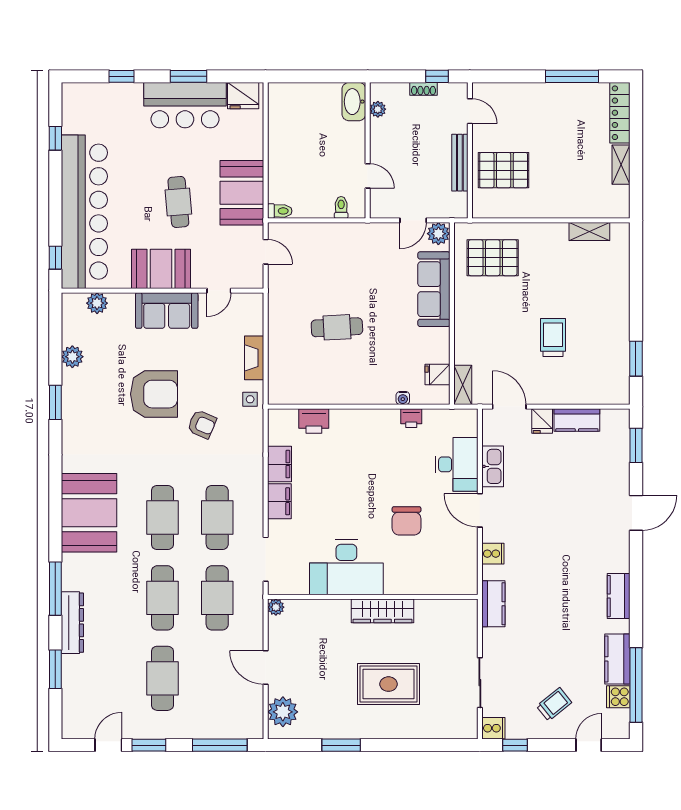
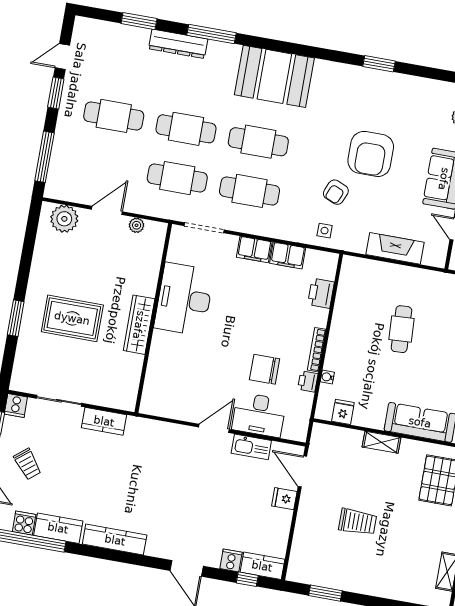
plant: (72, 357) -> (417, 86), removed
fireplace: (254, 358) -> (395, 248), width x1.37, depth x1.32
shelving: (463, 385) -> (382, 442), moved
side table: (250, 399) -> (325, 231), moved
door: (509, 407) -> (302, 471), swing flipped
bookcase: (375, 415) -> (317, 350), added
kitchen counter: (577, 420) -> (262, 566), moved, turned 90
window: (636, 445) -> (247, 579), width x0.67
chair: (407, 521) -> (265, 369), moved
cooker: (493, 554) -> (231, 560), moved, turned 180
kitchen counter: (619, 596) -> (115, 540), width x1.50
kitchen counter: (493, 604) -> (104, 421), moved
plant: (276, 607) -> (137, 225), moved
rug: (389, 684) -> (72, 318), turned 90
door: (108, 745) -> (62, 57), swing flipped
window: (341, 745) -> (16, 318), moved

